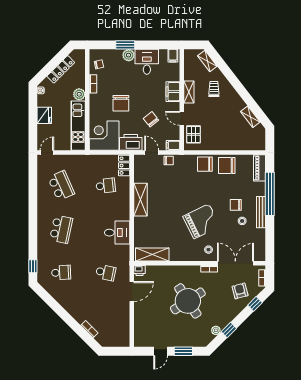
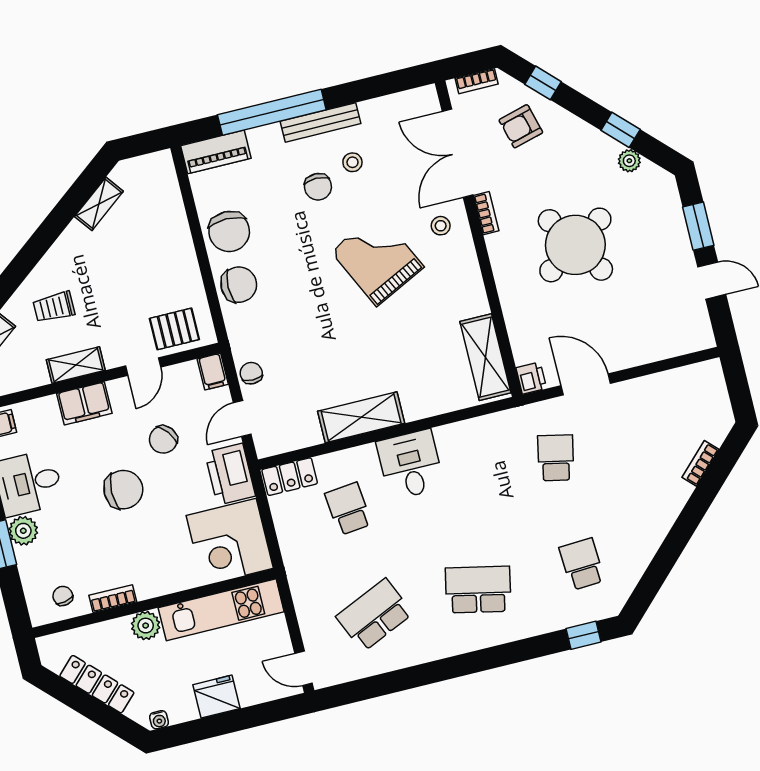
chair: (121, 103) -> (123, 490), moved
chair: (205, 164) -> (239, 285), turned -90
desk: (117, 233) -> (410, 465), moved

